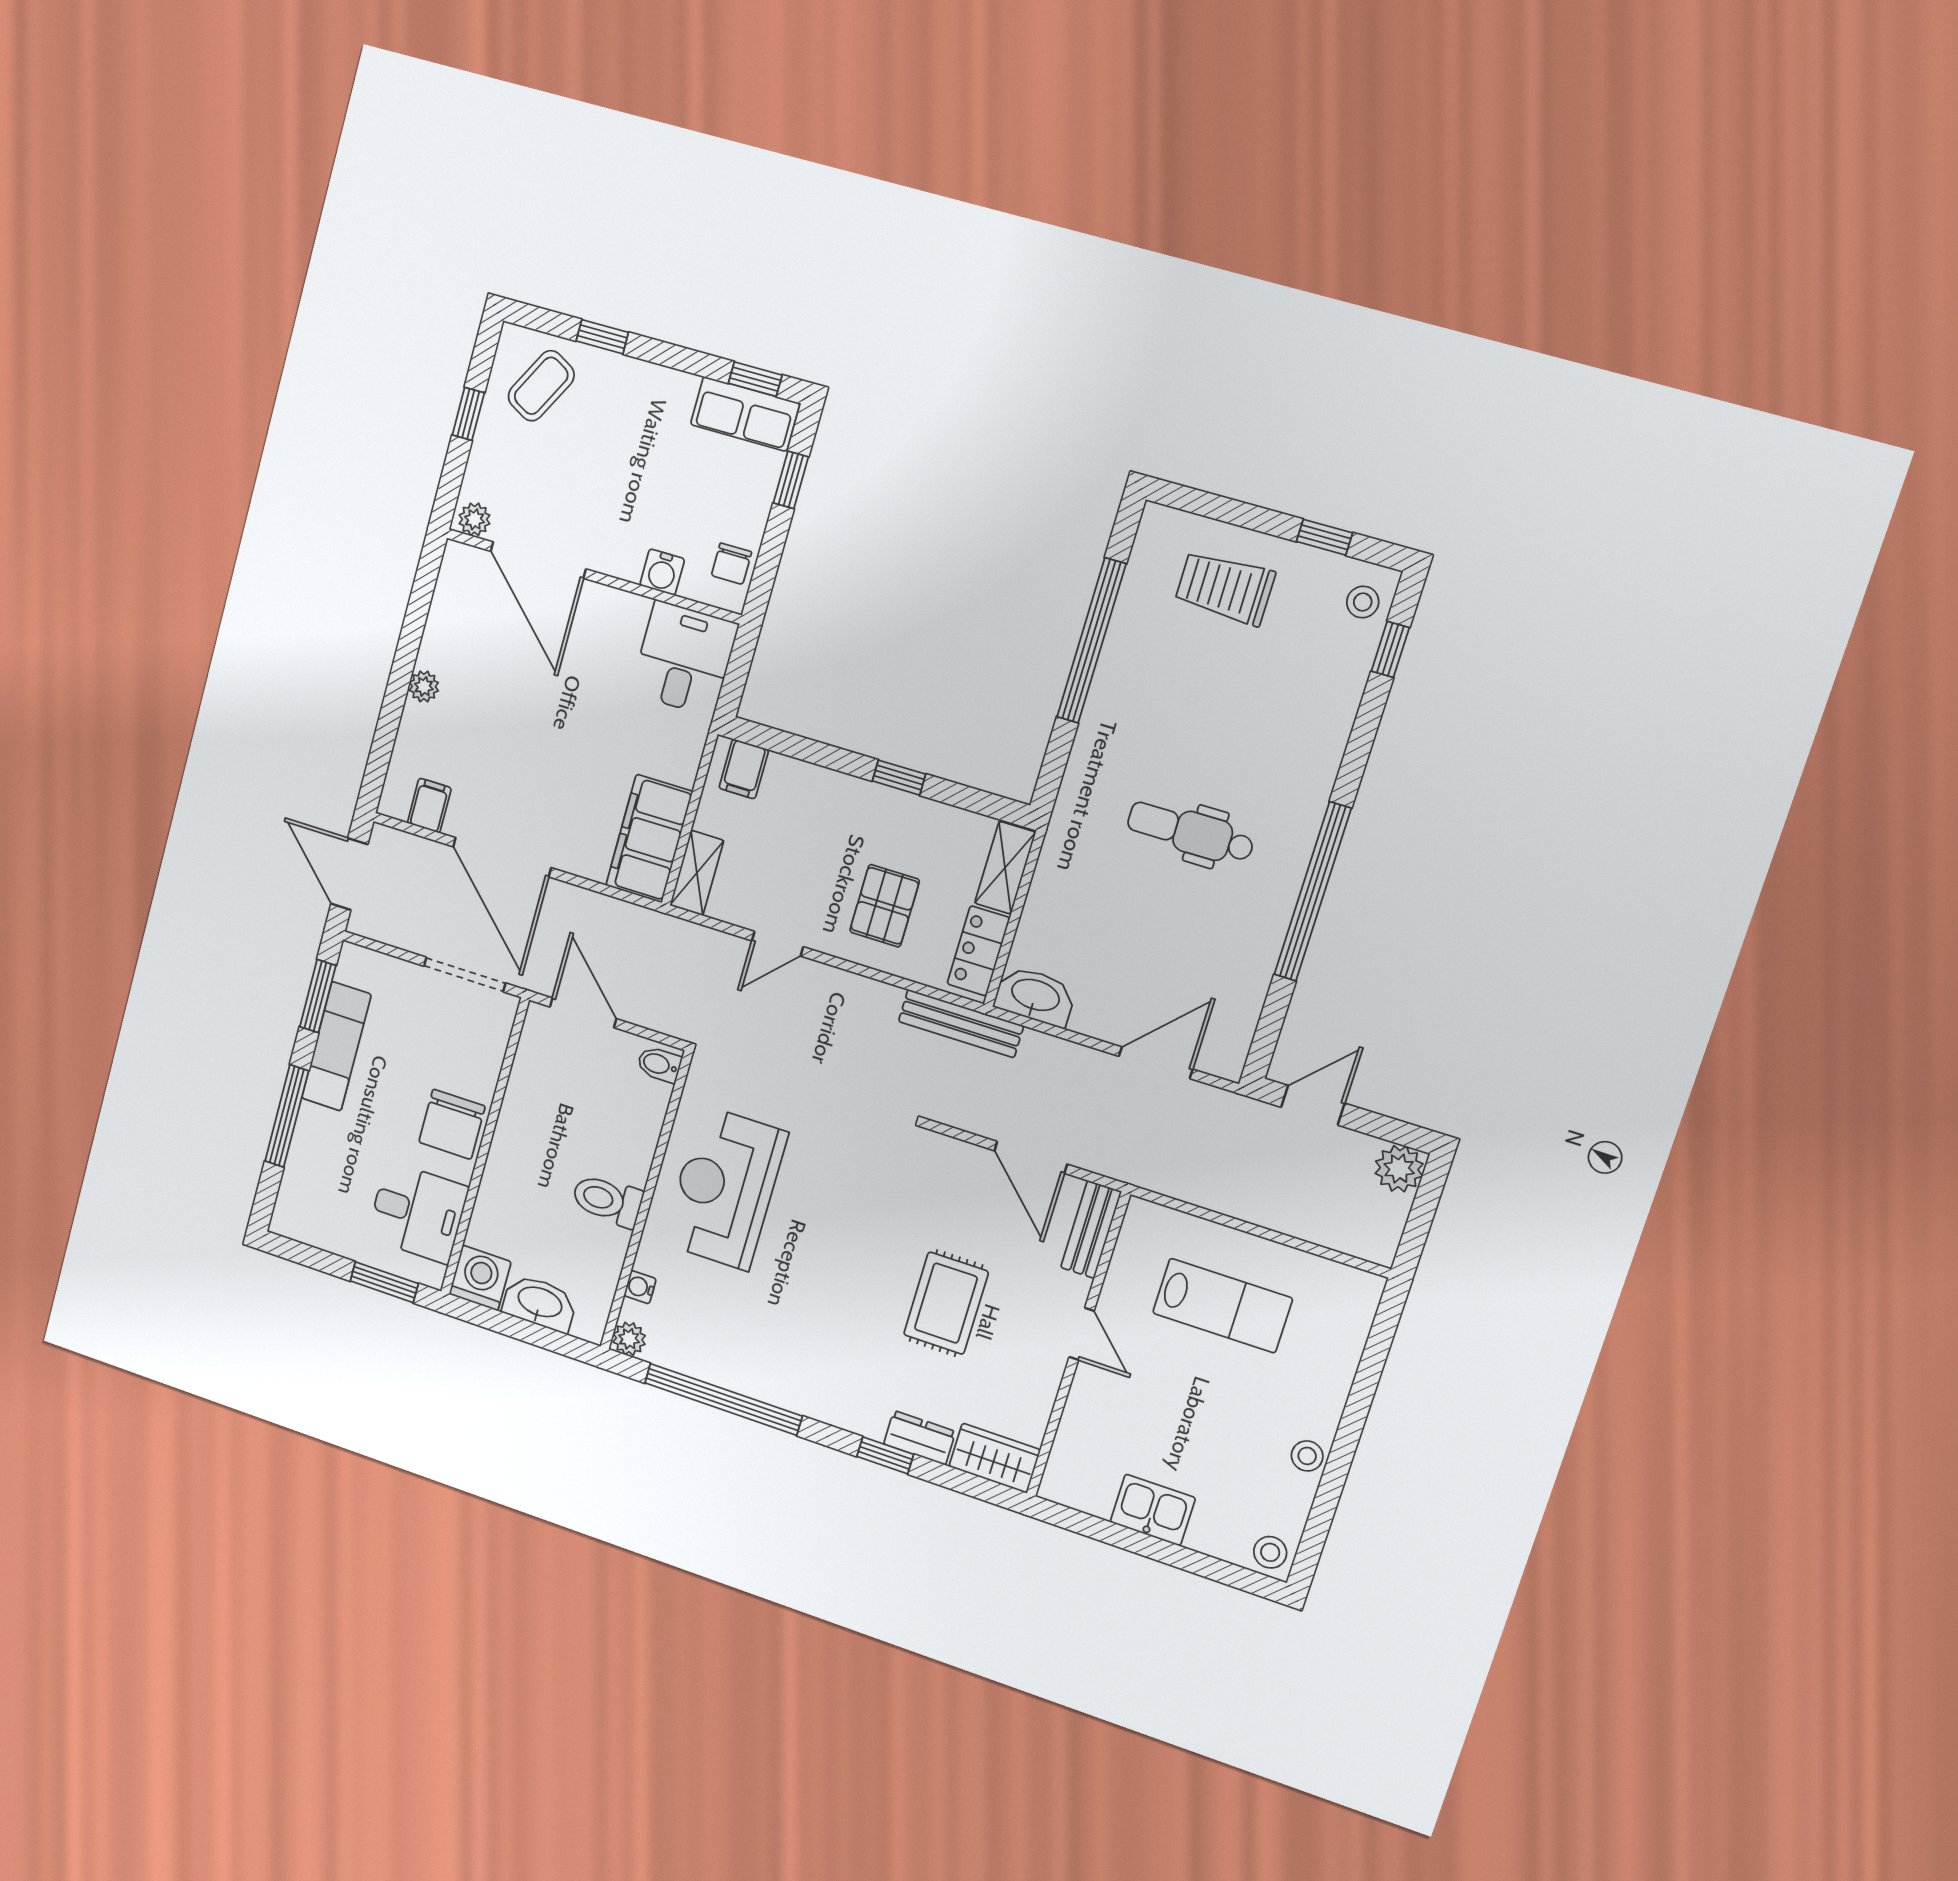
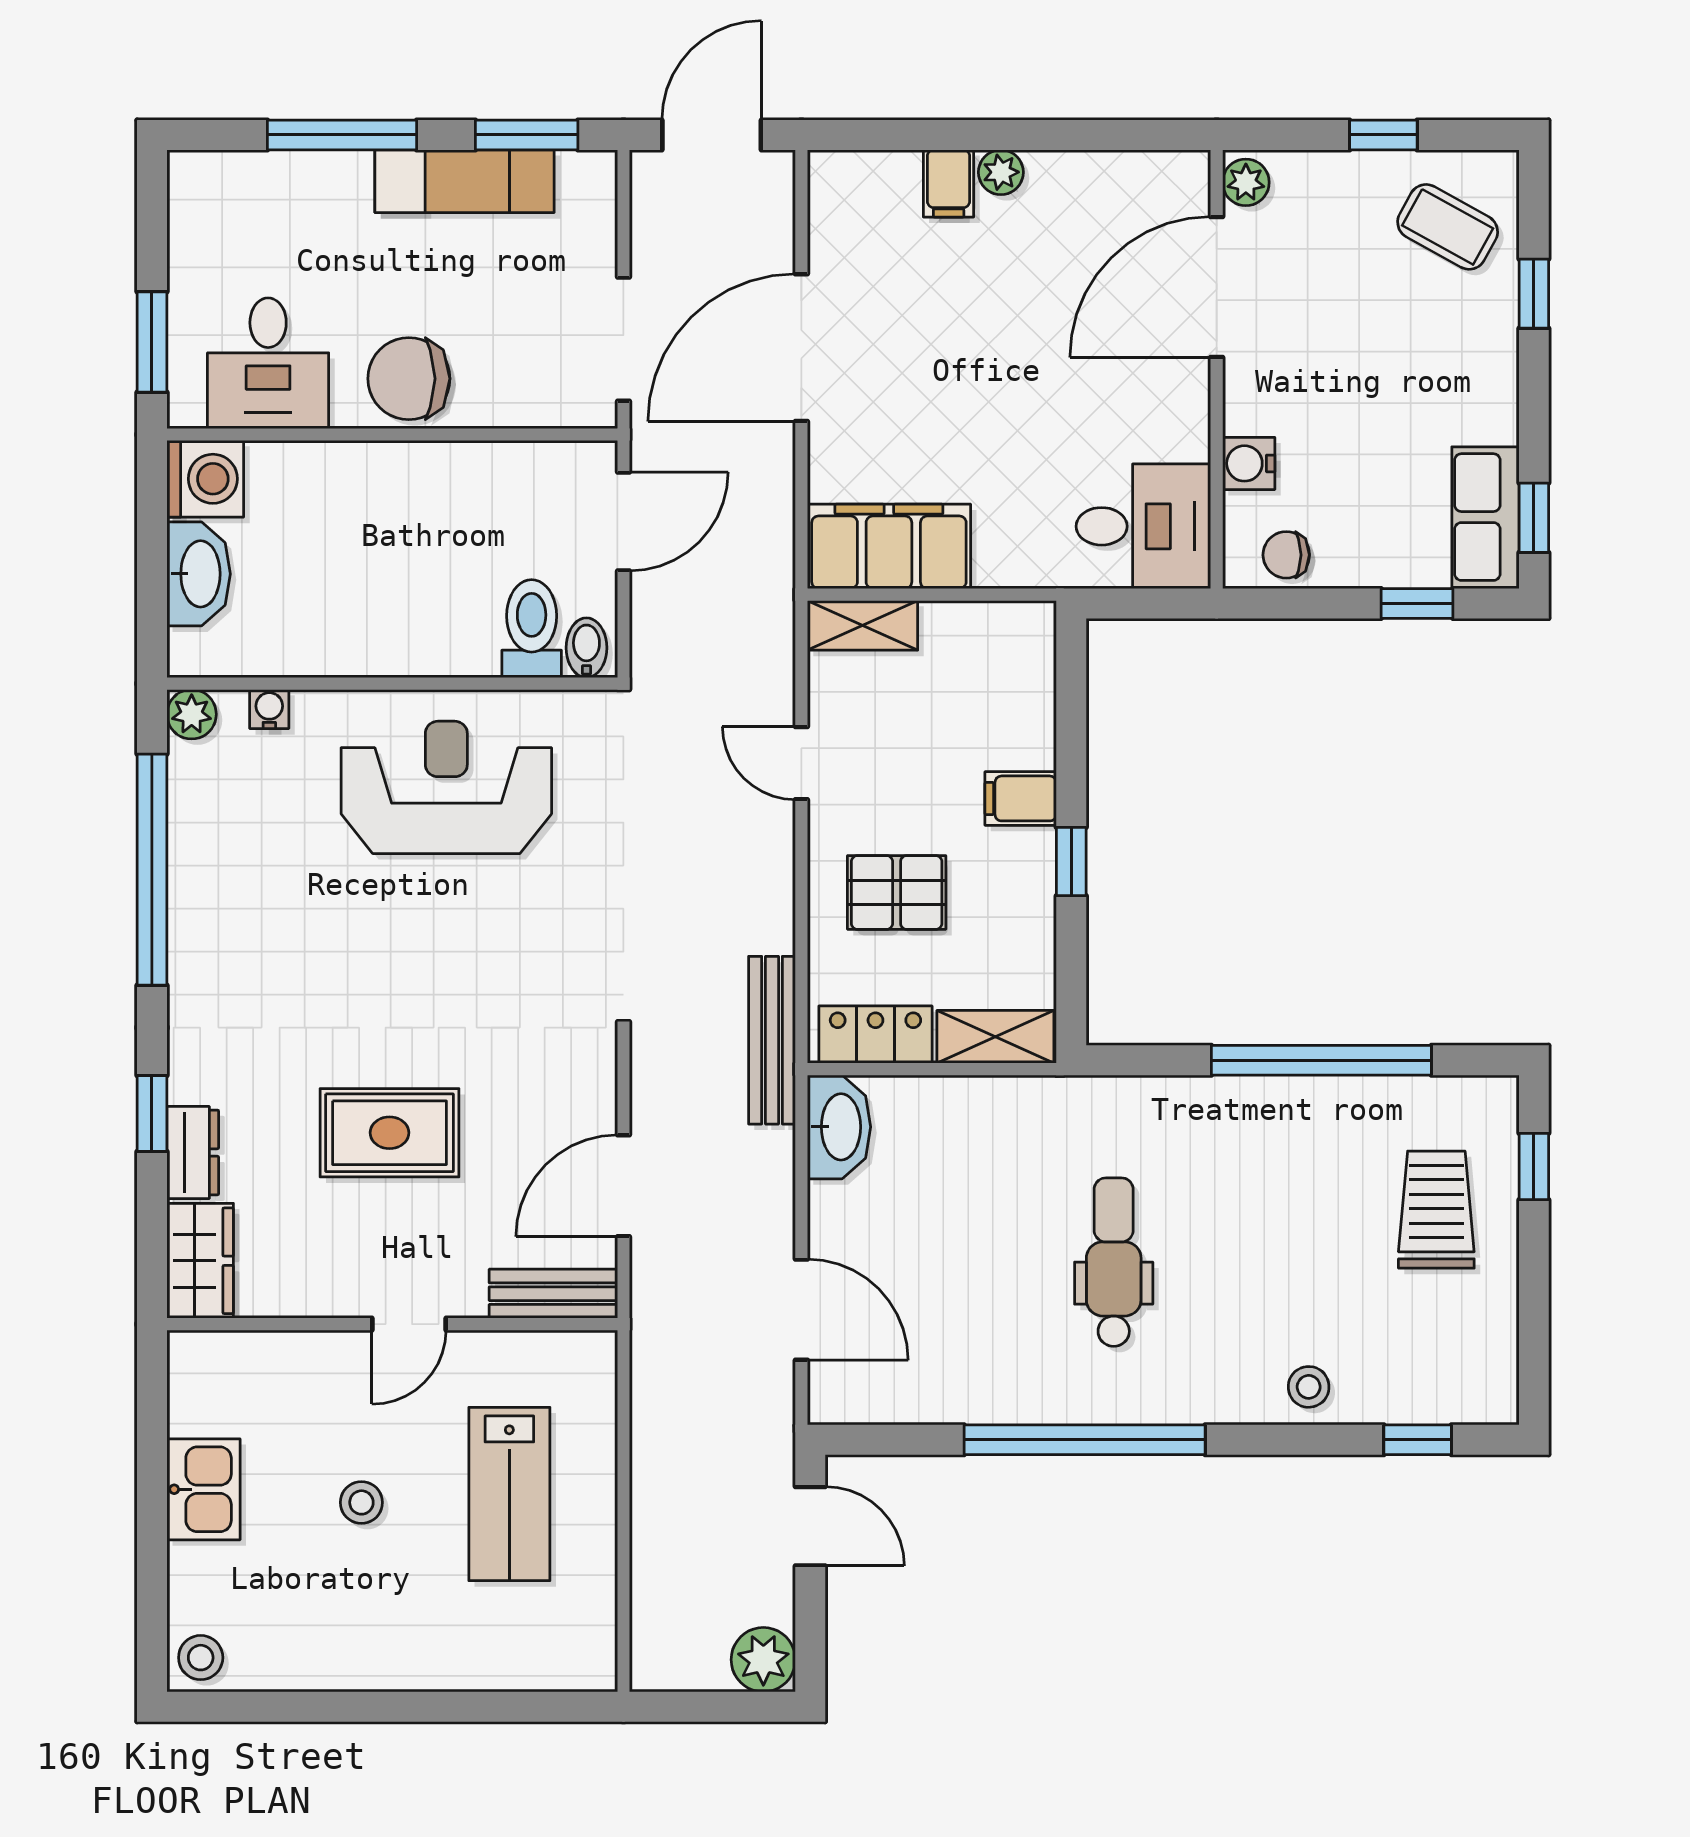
window: (1324, 537) -> (1534, 1167), moved
stool: (1363, 602) -> (1309, 1387), moved
filing cabinet: (744, 769) -> (1021, 798), moved
filing cabinet: (429, 805) -> (949, 183), moved, turned 90
toilet: (607, 1200) -> (532, 629), moved
stool: (1307, 1456) -> (361, 1502), moved

